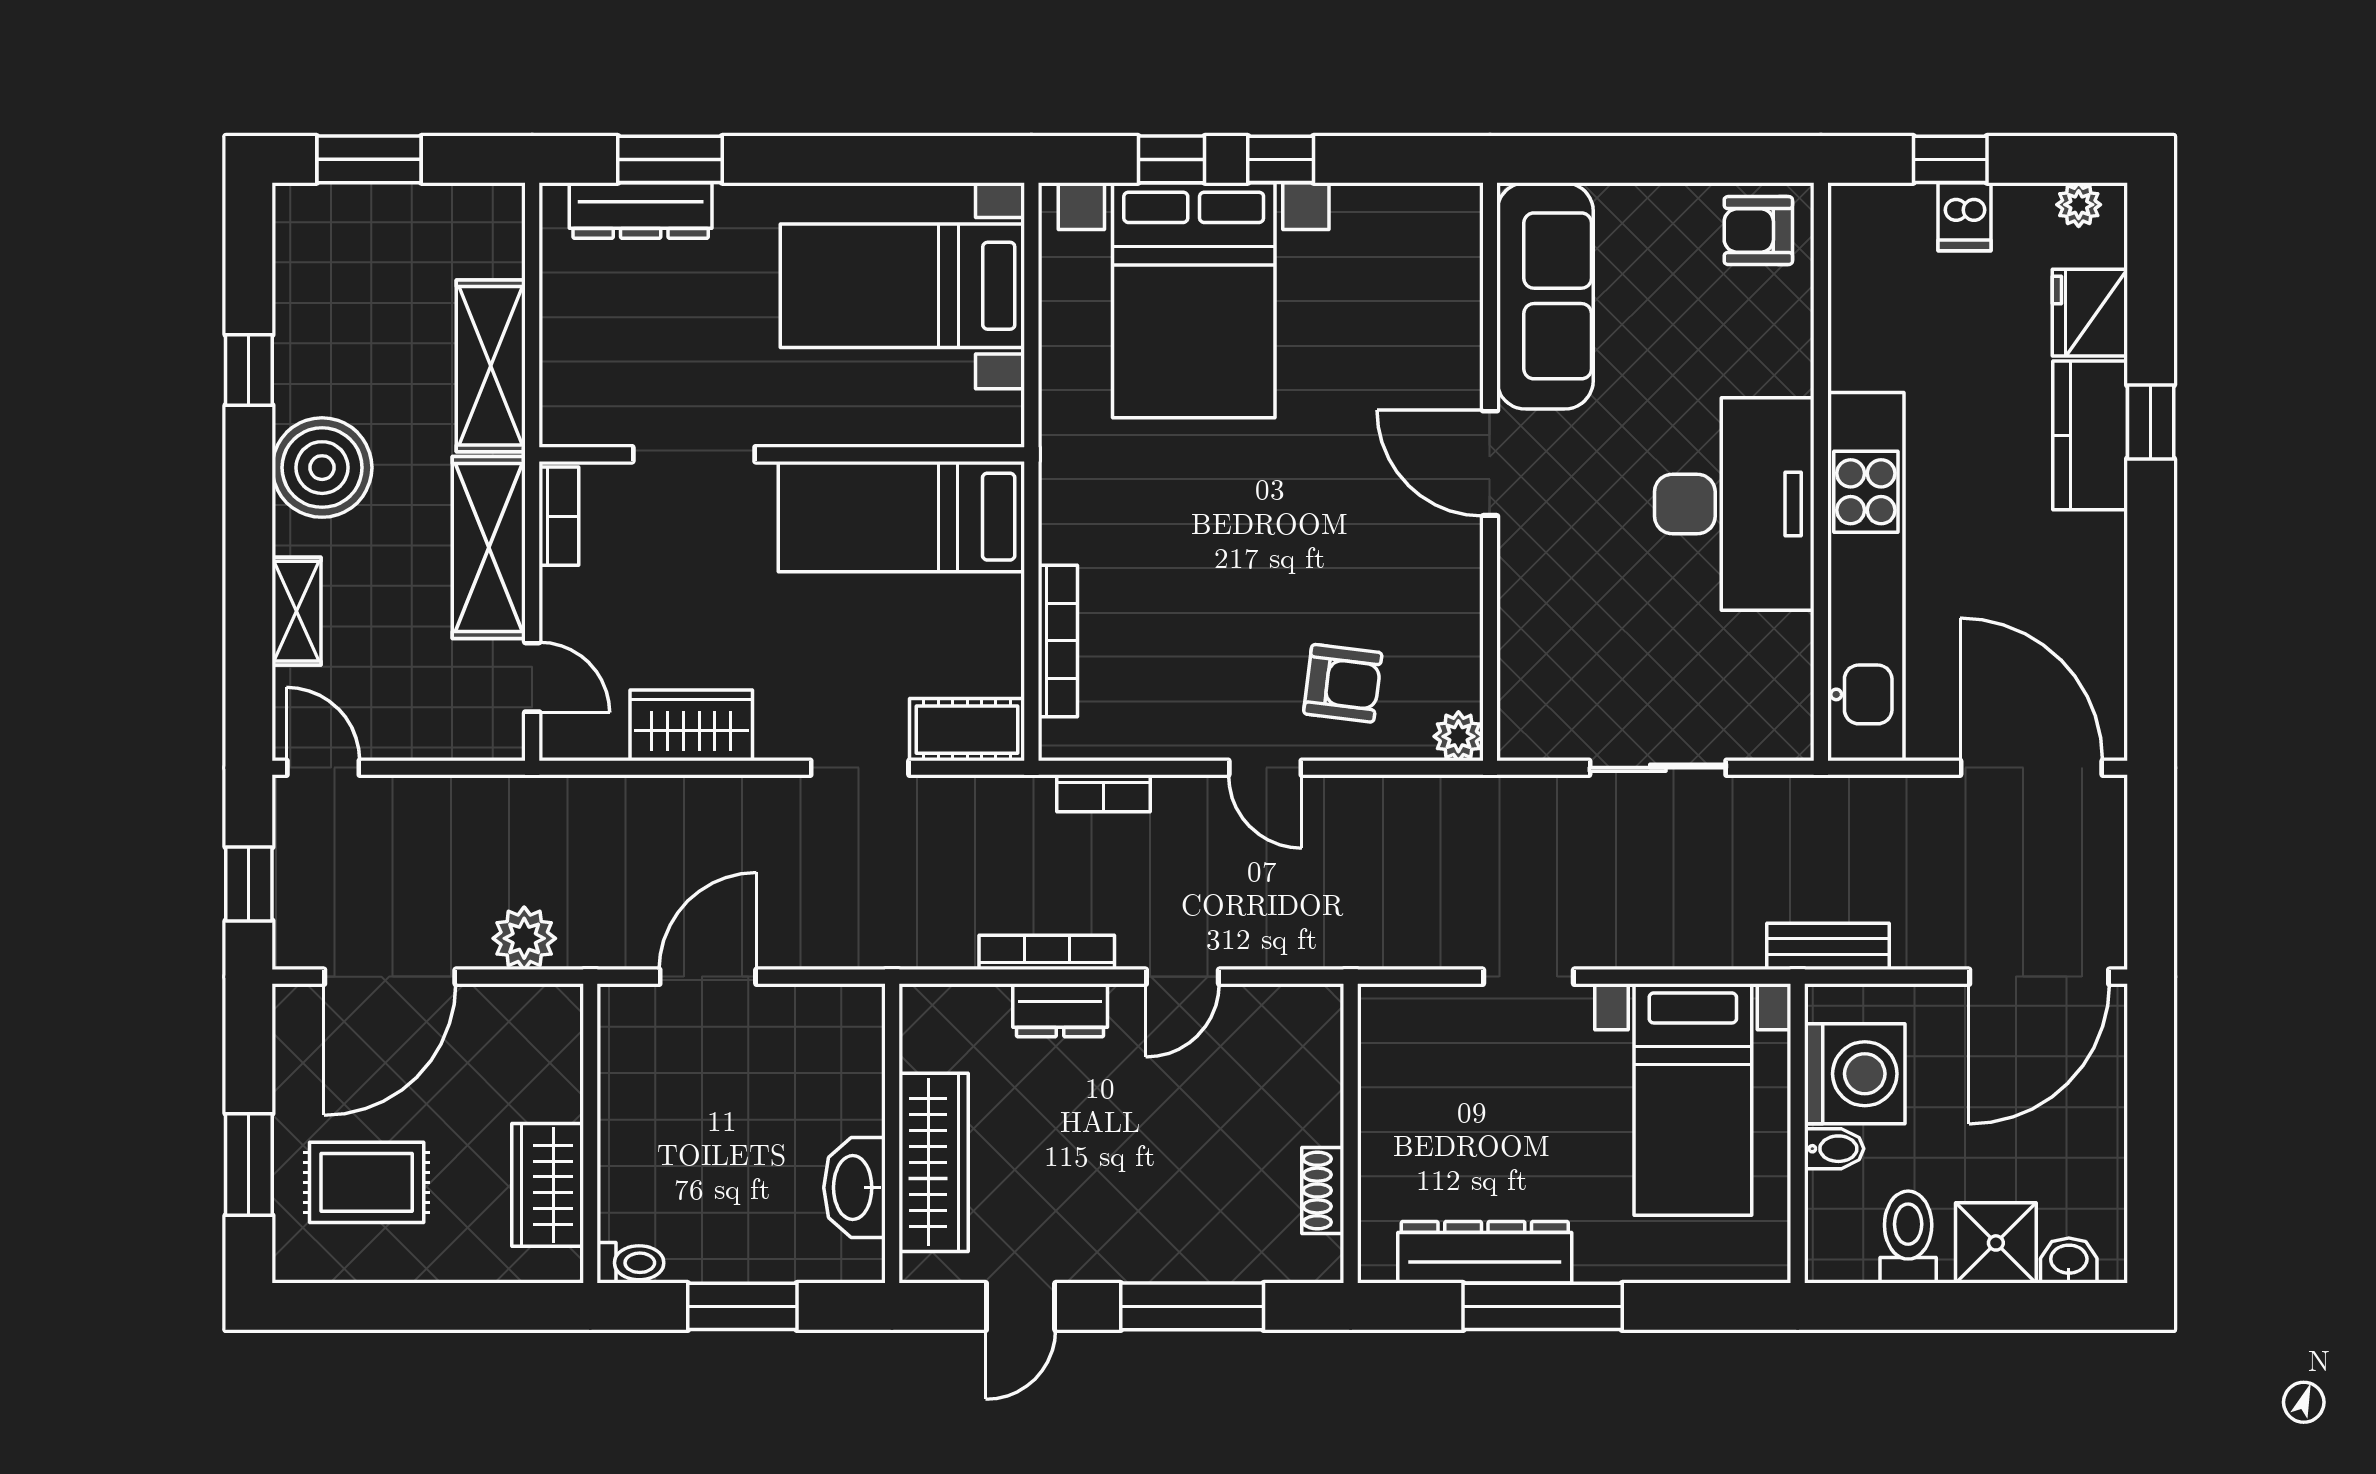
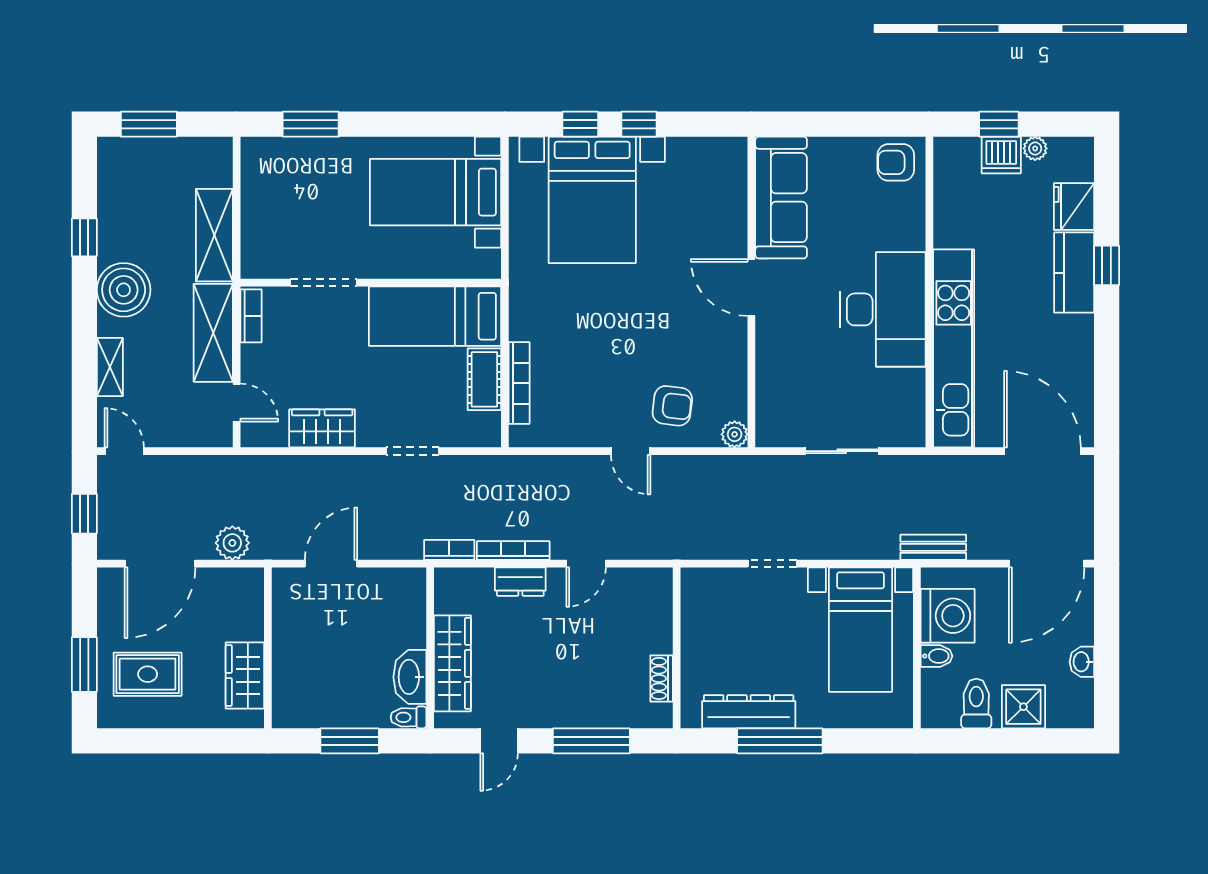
plant: (2079, 205) -> (1035, 148), moved
dresser: (641, 211) -> (295, 152), removed
dishwasher: (1964, 217) -> (1001, 155), width x1.38
cot: (967, 730) -> (484, 379), moved, turned 90
bookcase: (1104, 793) -> (449, 550), moved, turned 180
washbasin: (2069, 1260) -> (1082, 662), moved, turned -90
toilet: (630, 1263) -> (408, 717), moved, turned 180

